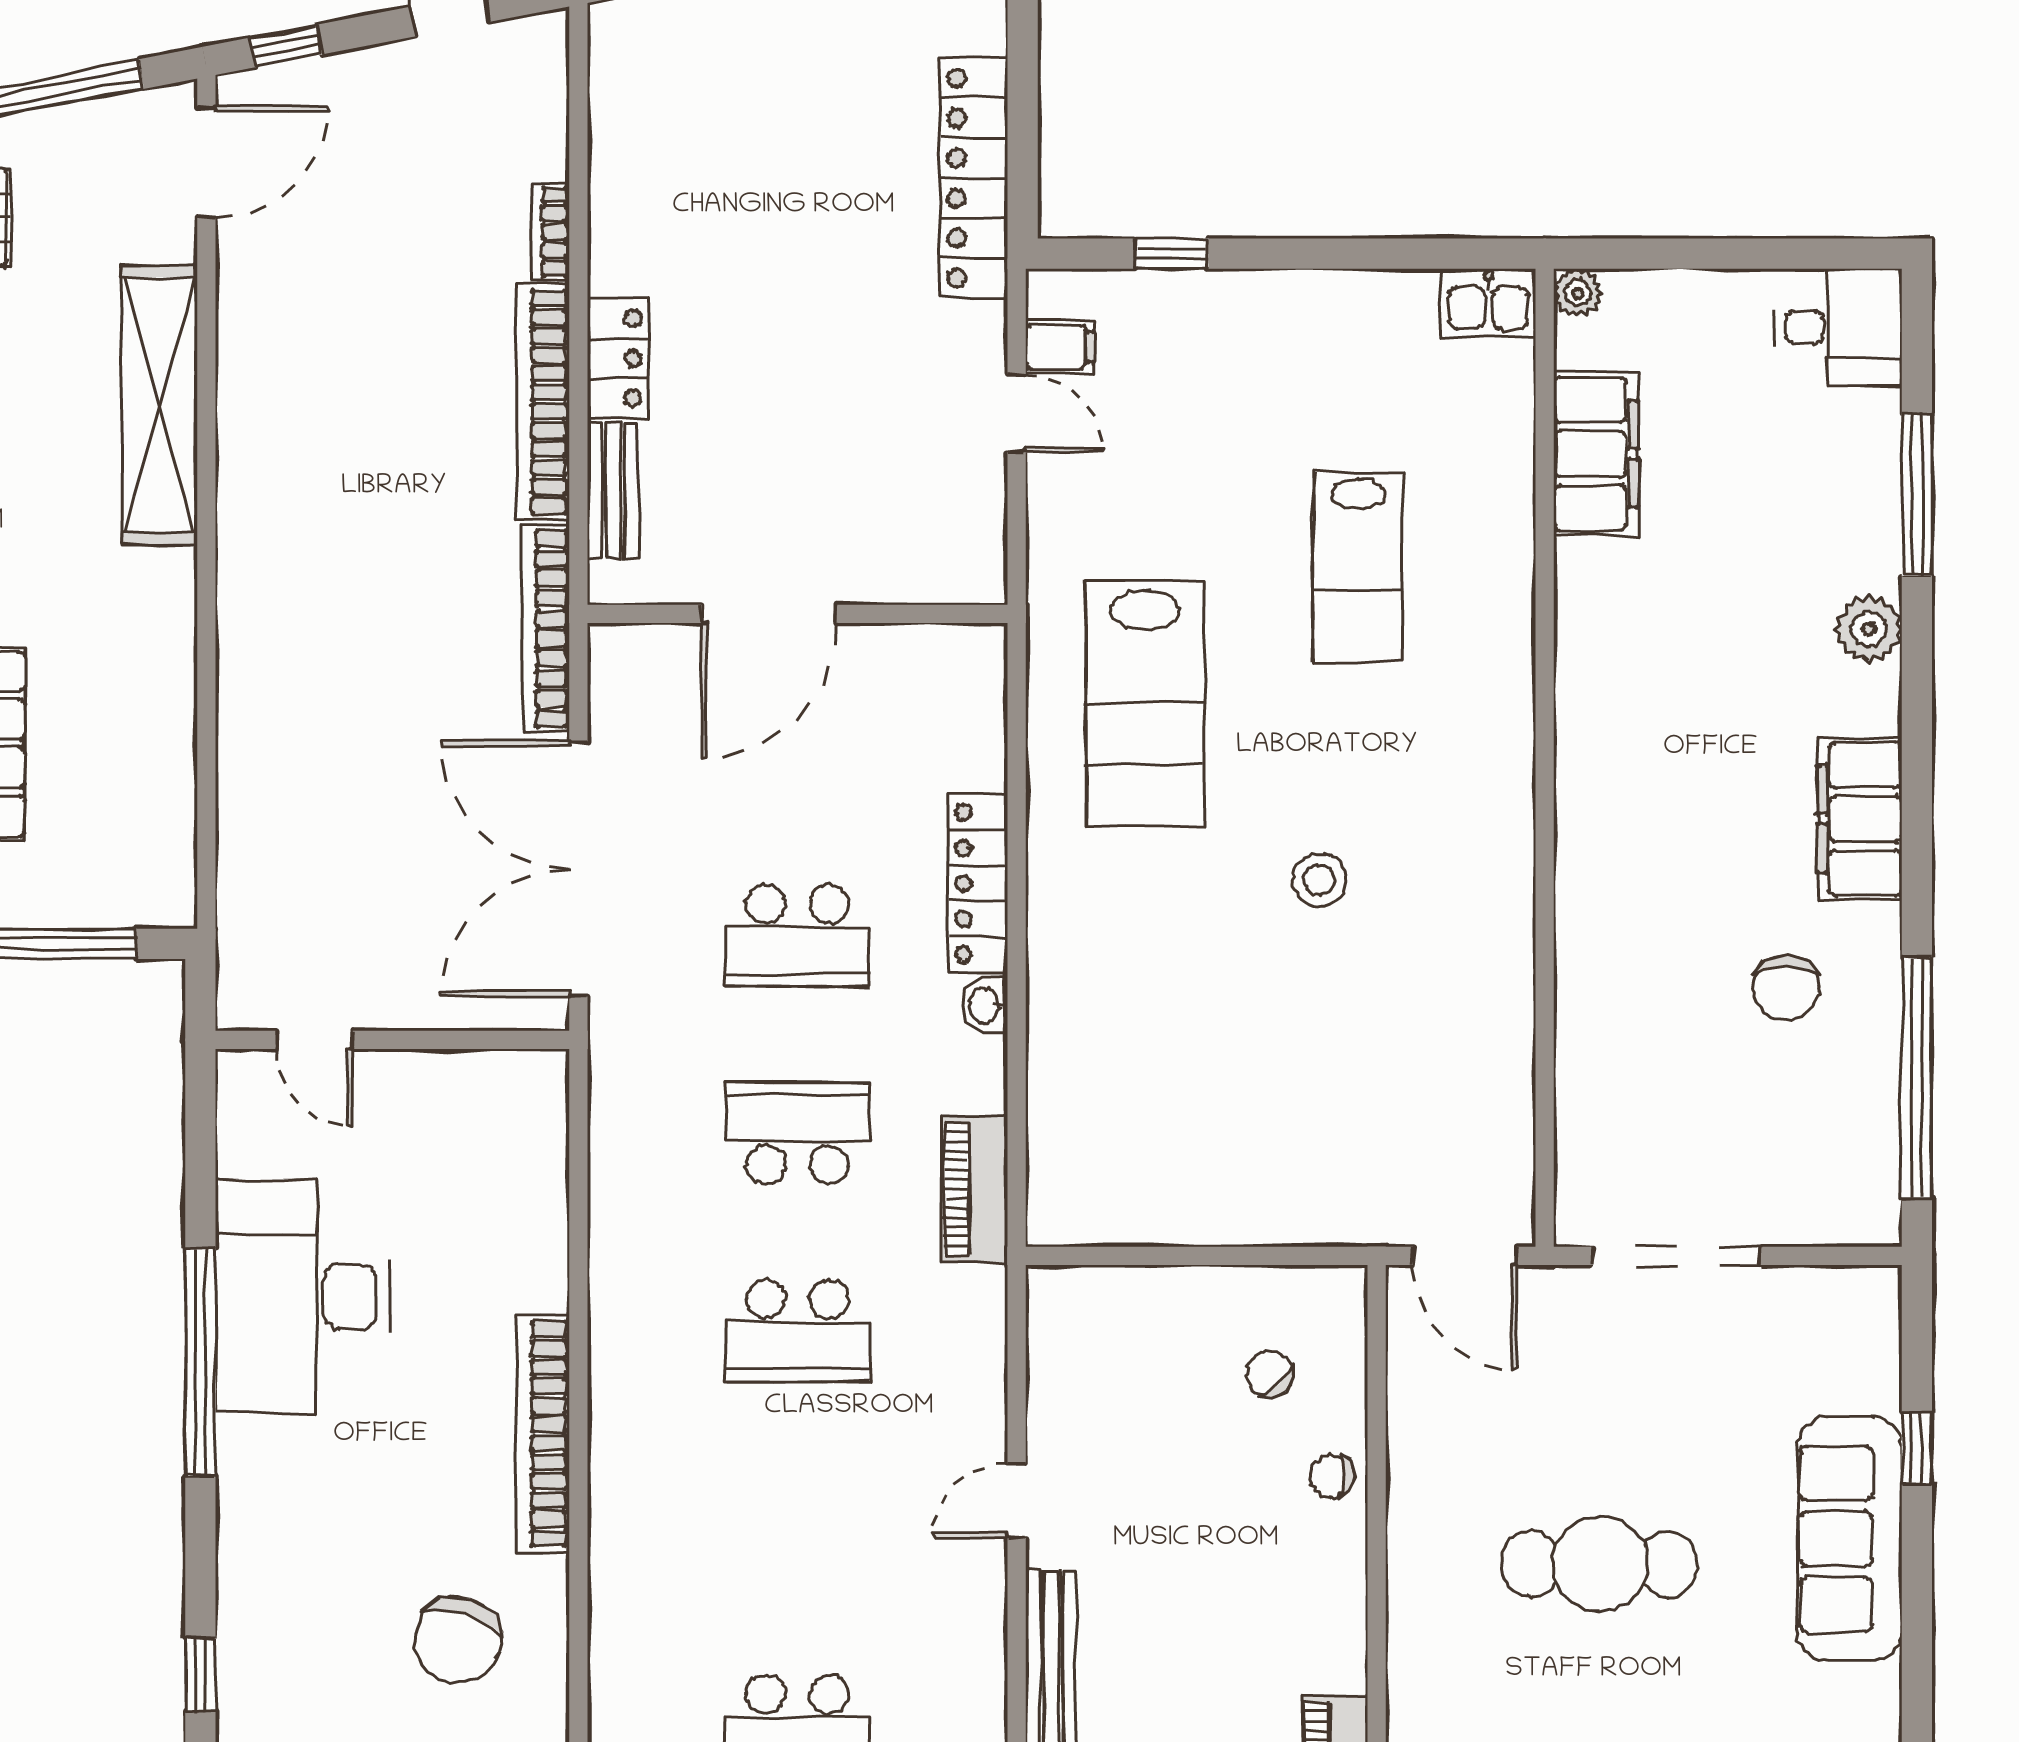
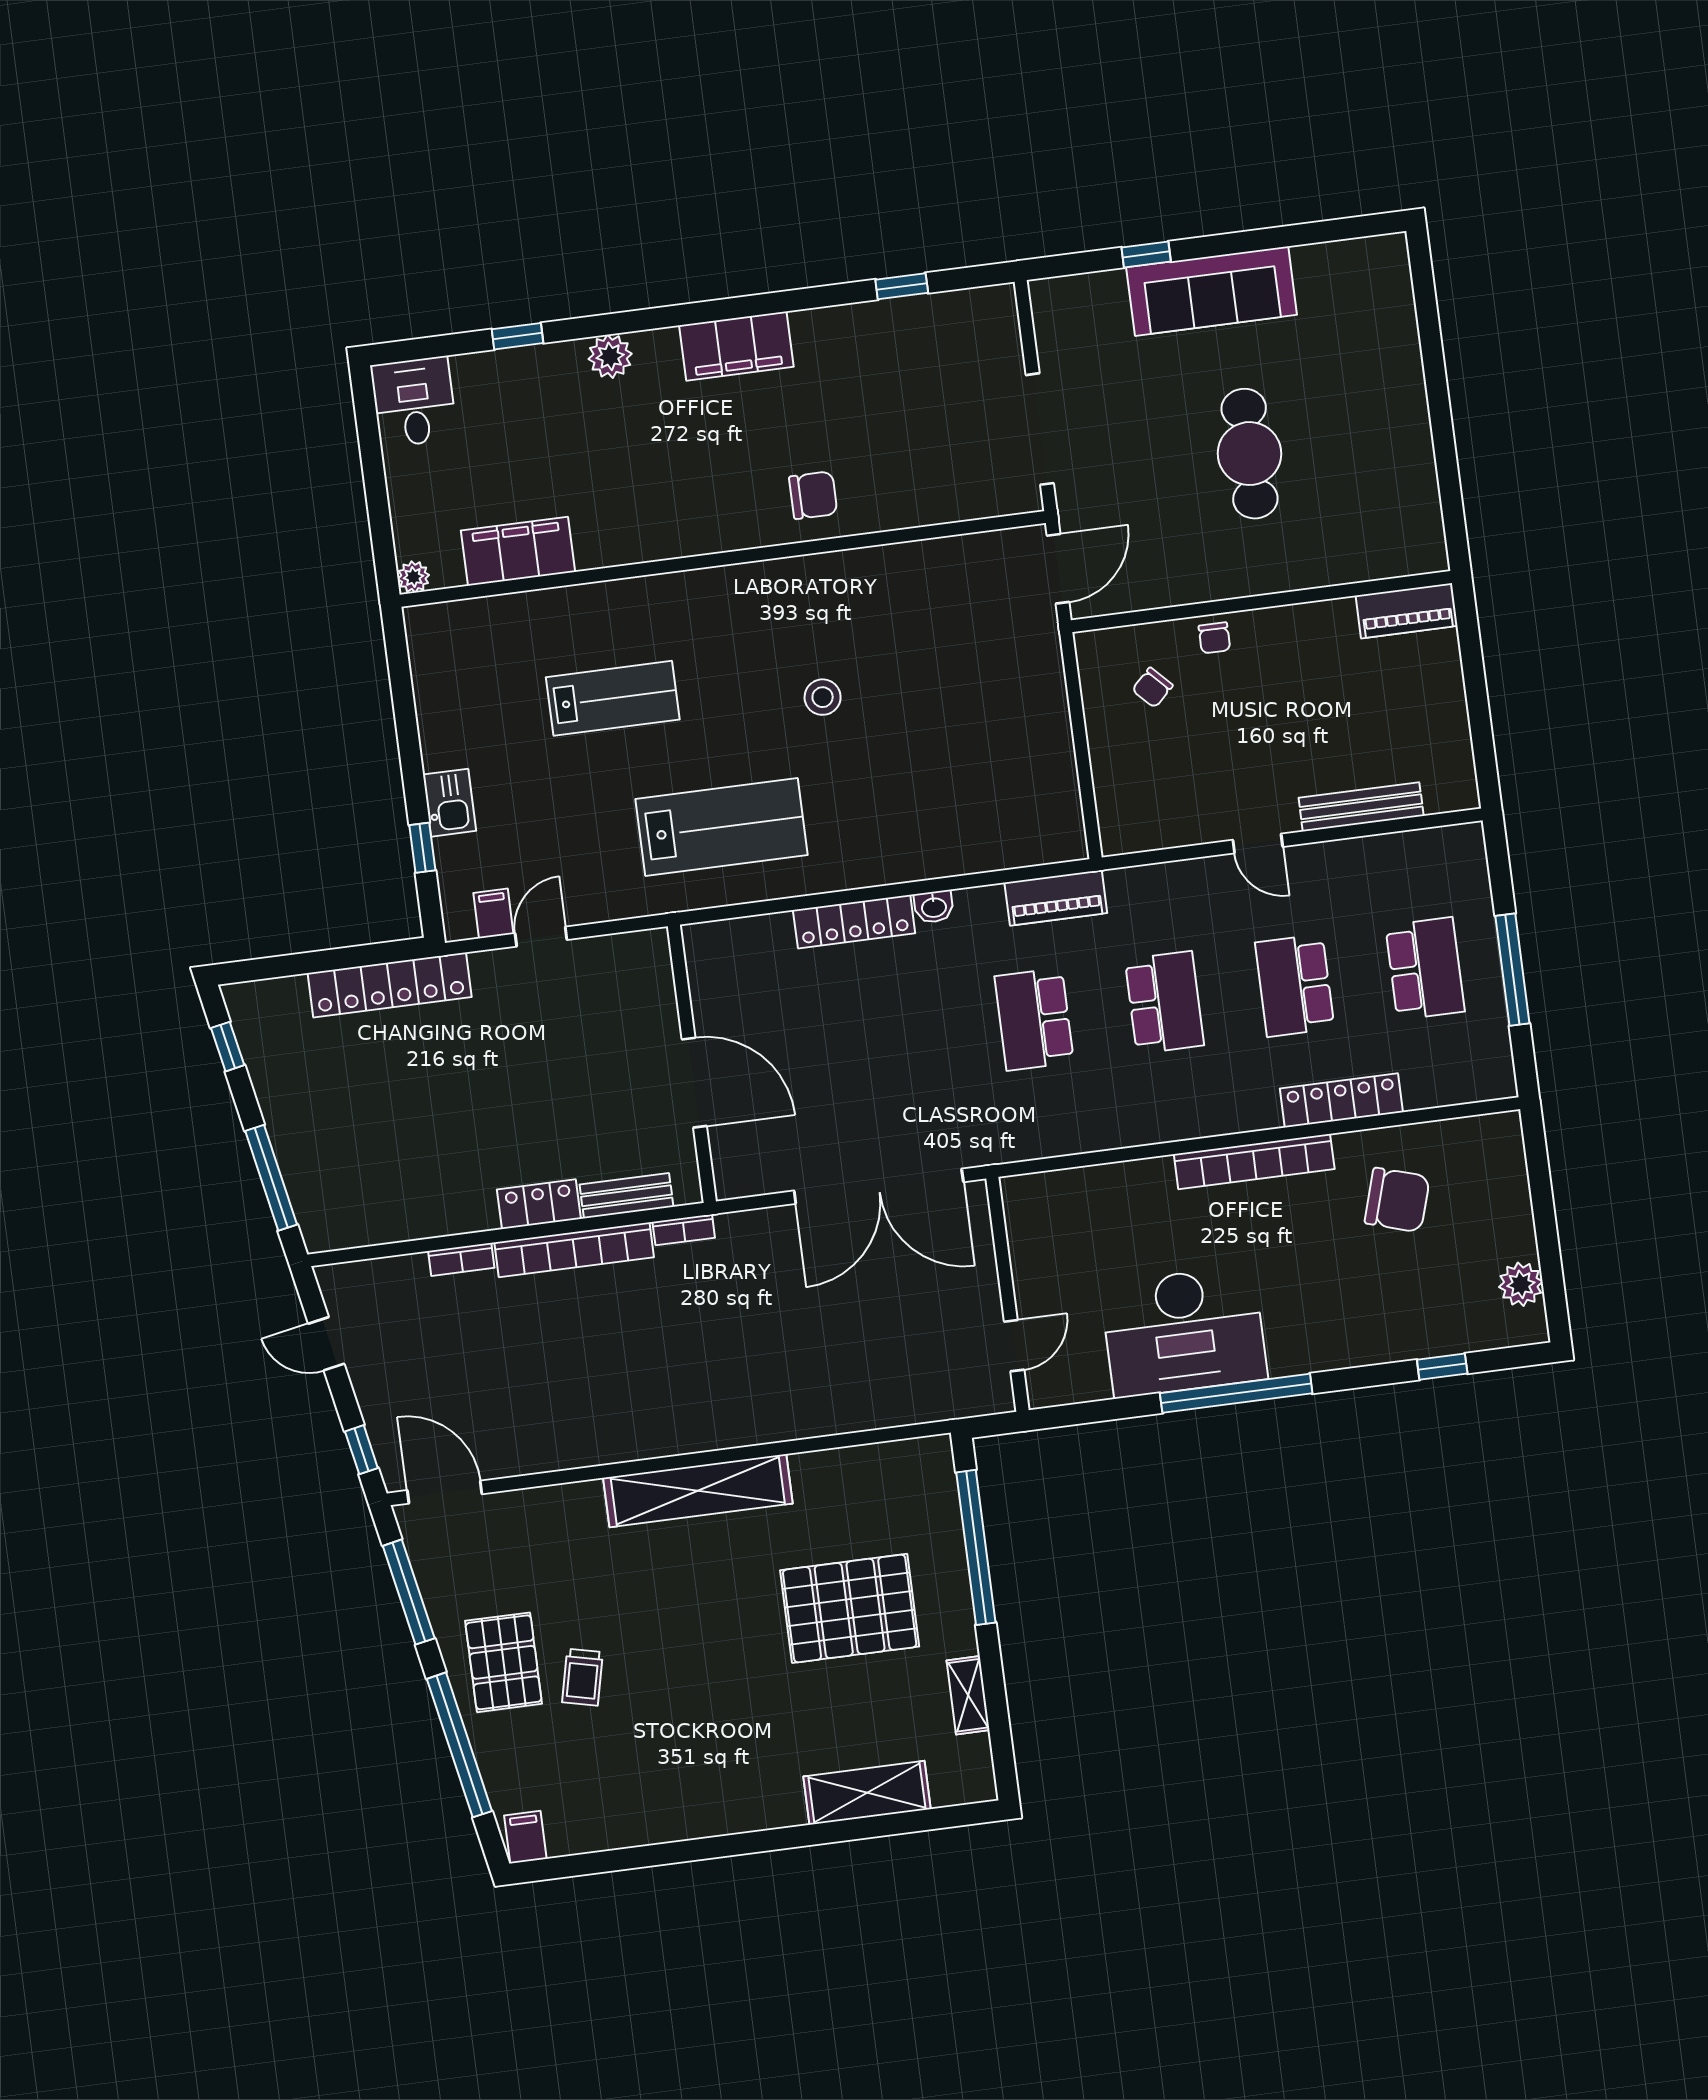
kitchen sink: (1488, 303) -> (450, 803), moved
shelving: (159, 405) -> (698, 1491), moved
window: (1917, 495) -> (518, 336), width x0.46
bookcase: (546, 629) -> (684, 1230), width x0.43, depth x0.76
school desk: (798, 936) -> (1295, 985), moved, turned 180
chair: (1786, 987) -> (813, 495), moved
window: (1917, 1078) -> (902, 286), width x0.32
locker: (617, 1576) -> (1341, 1100), added

